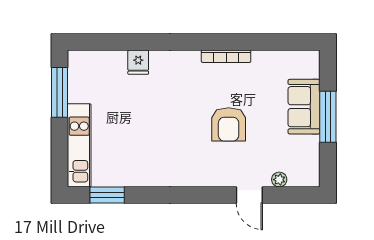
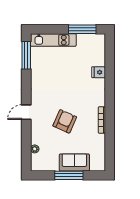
armchair: (229, 124) -> (65, 121), turned 114
window: (107, 195) -> (26, 55), width x1.44
door: (249, 195) -> (26, 112), moved

